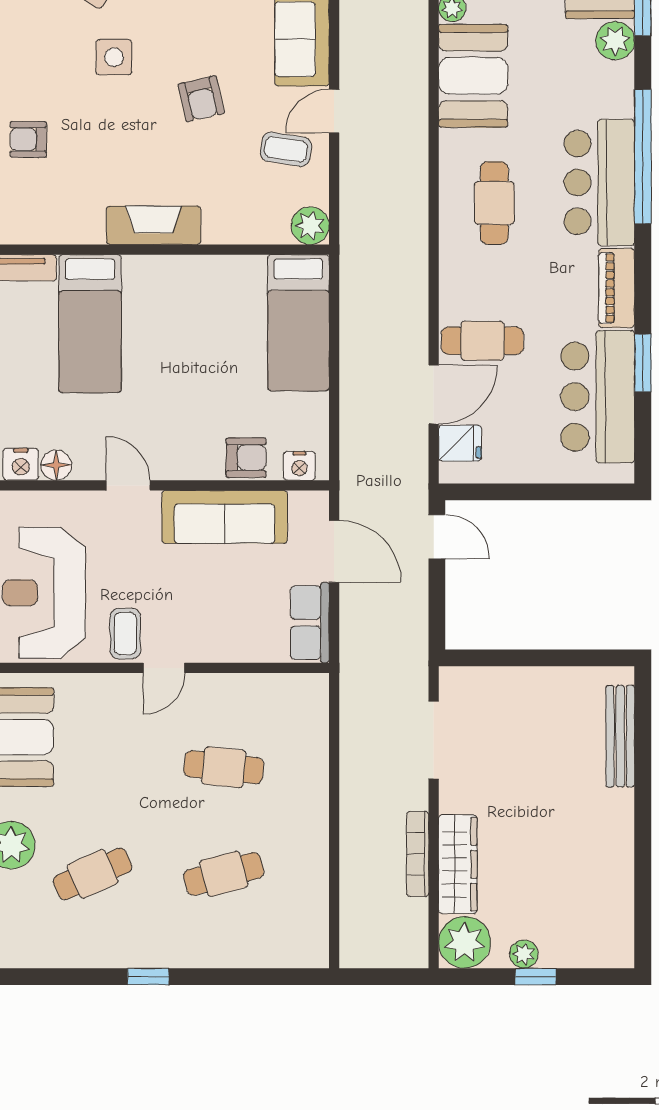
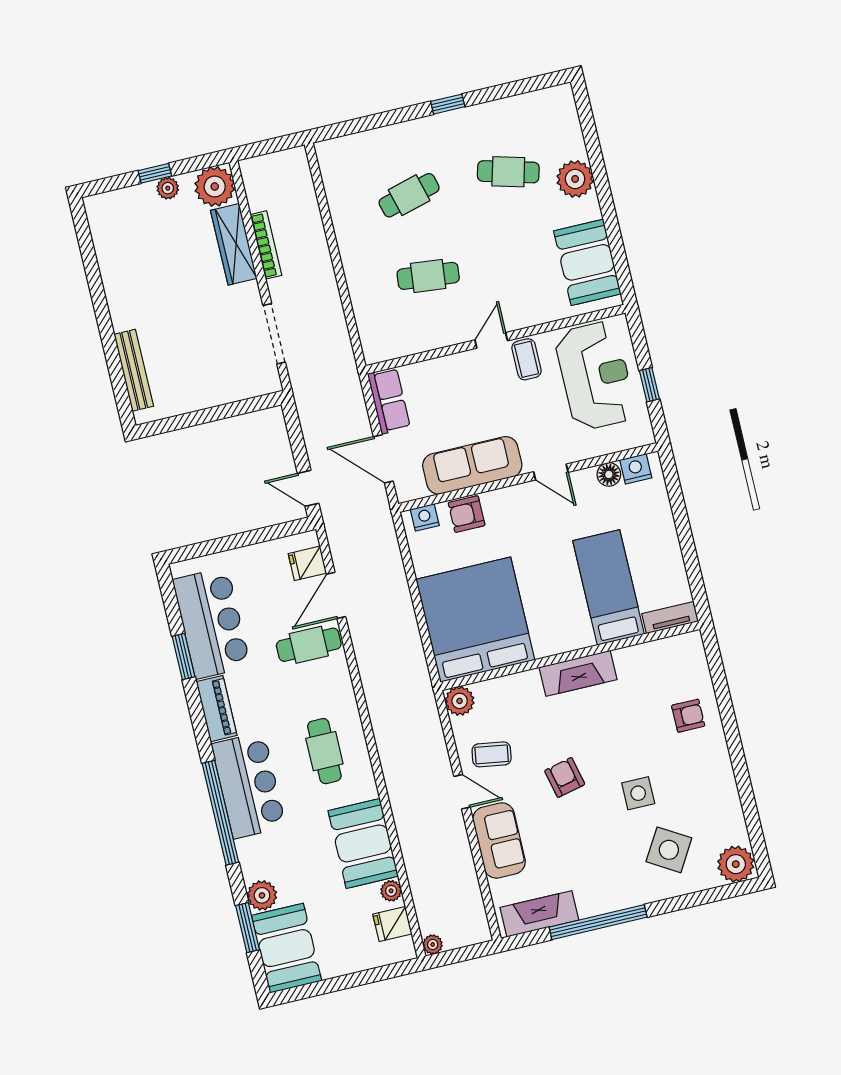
door: (334, 111) -> (462, 792), hinge flipped
bed: (298, 323) -> (475, 620), width x2.04
cafe table: (93, 874) -> (508, 172), turned 39

